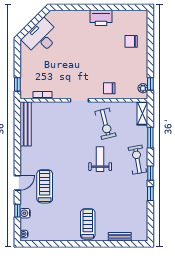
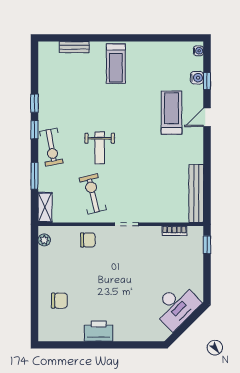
window: (150, 84) -> (34, 246), removed
treadmill: (45, 186) -> (172, 113), turned 180

